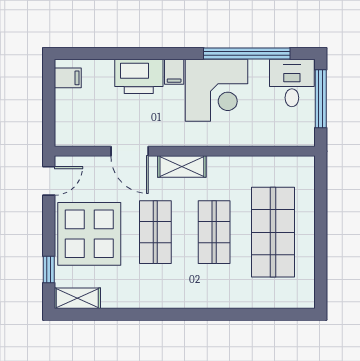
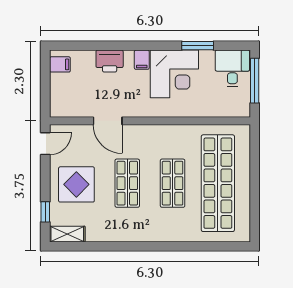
window: (247, 53) -> (198, 46), width x0.47
printer: (139, 76) -> (110, 61), width x0.73, depth x0.84
shelving: (182, 167) -> (148, 133), removed
shop shelf: (273, 232) -> (218, 183), width x1.40
display table: (89, 234) -> (76, 184), width x0.73, depth x0.73

